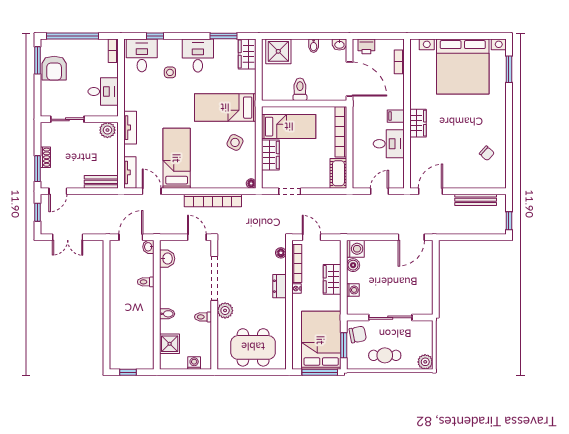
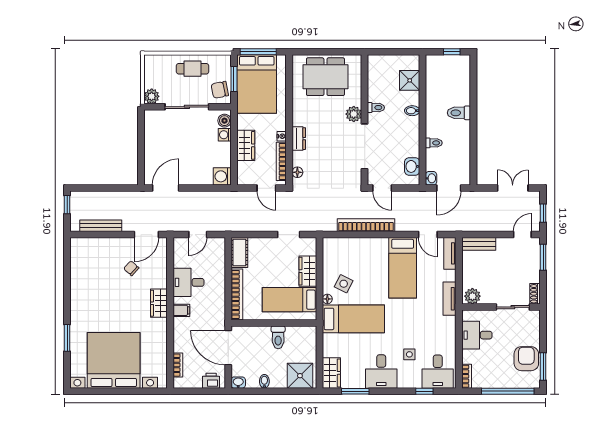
window: (509, 69) -> (67, 338), moved
chair: (487, 153) -> (131, 268), moved
shoe rack: (45, 157) -> (535, 294), moved
floor lamp: (251, 183) -> (327, 299), moved
boiler: (353, 265) -> (224, 121), moved
toilet: (121, 312) -> (459, 113), added
plant: (425, 362) -> (152, 96), moved
washing machine: (194, 363) -> (385, 61), removed

